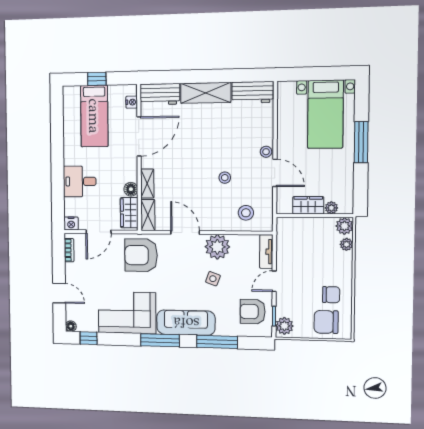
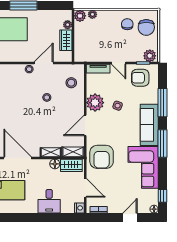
armchair: (253, 312) -> (140, 78), turned 90

